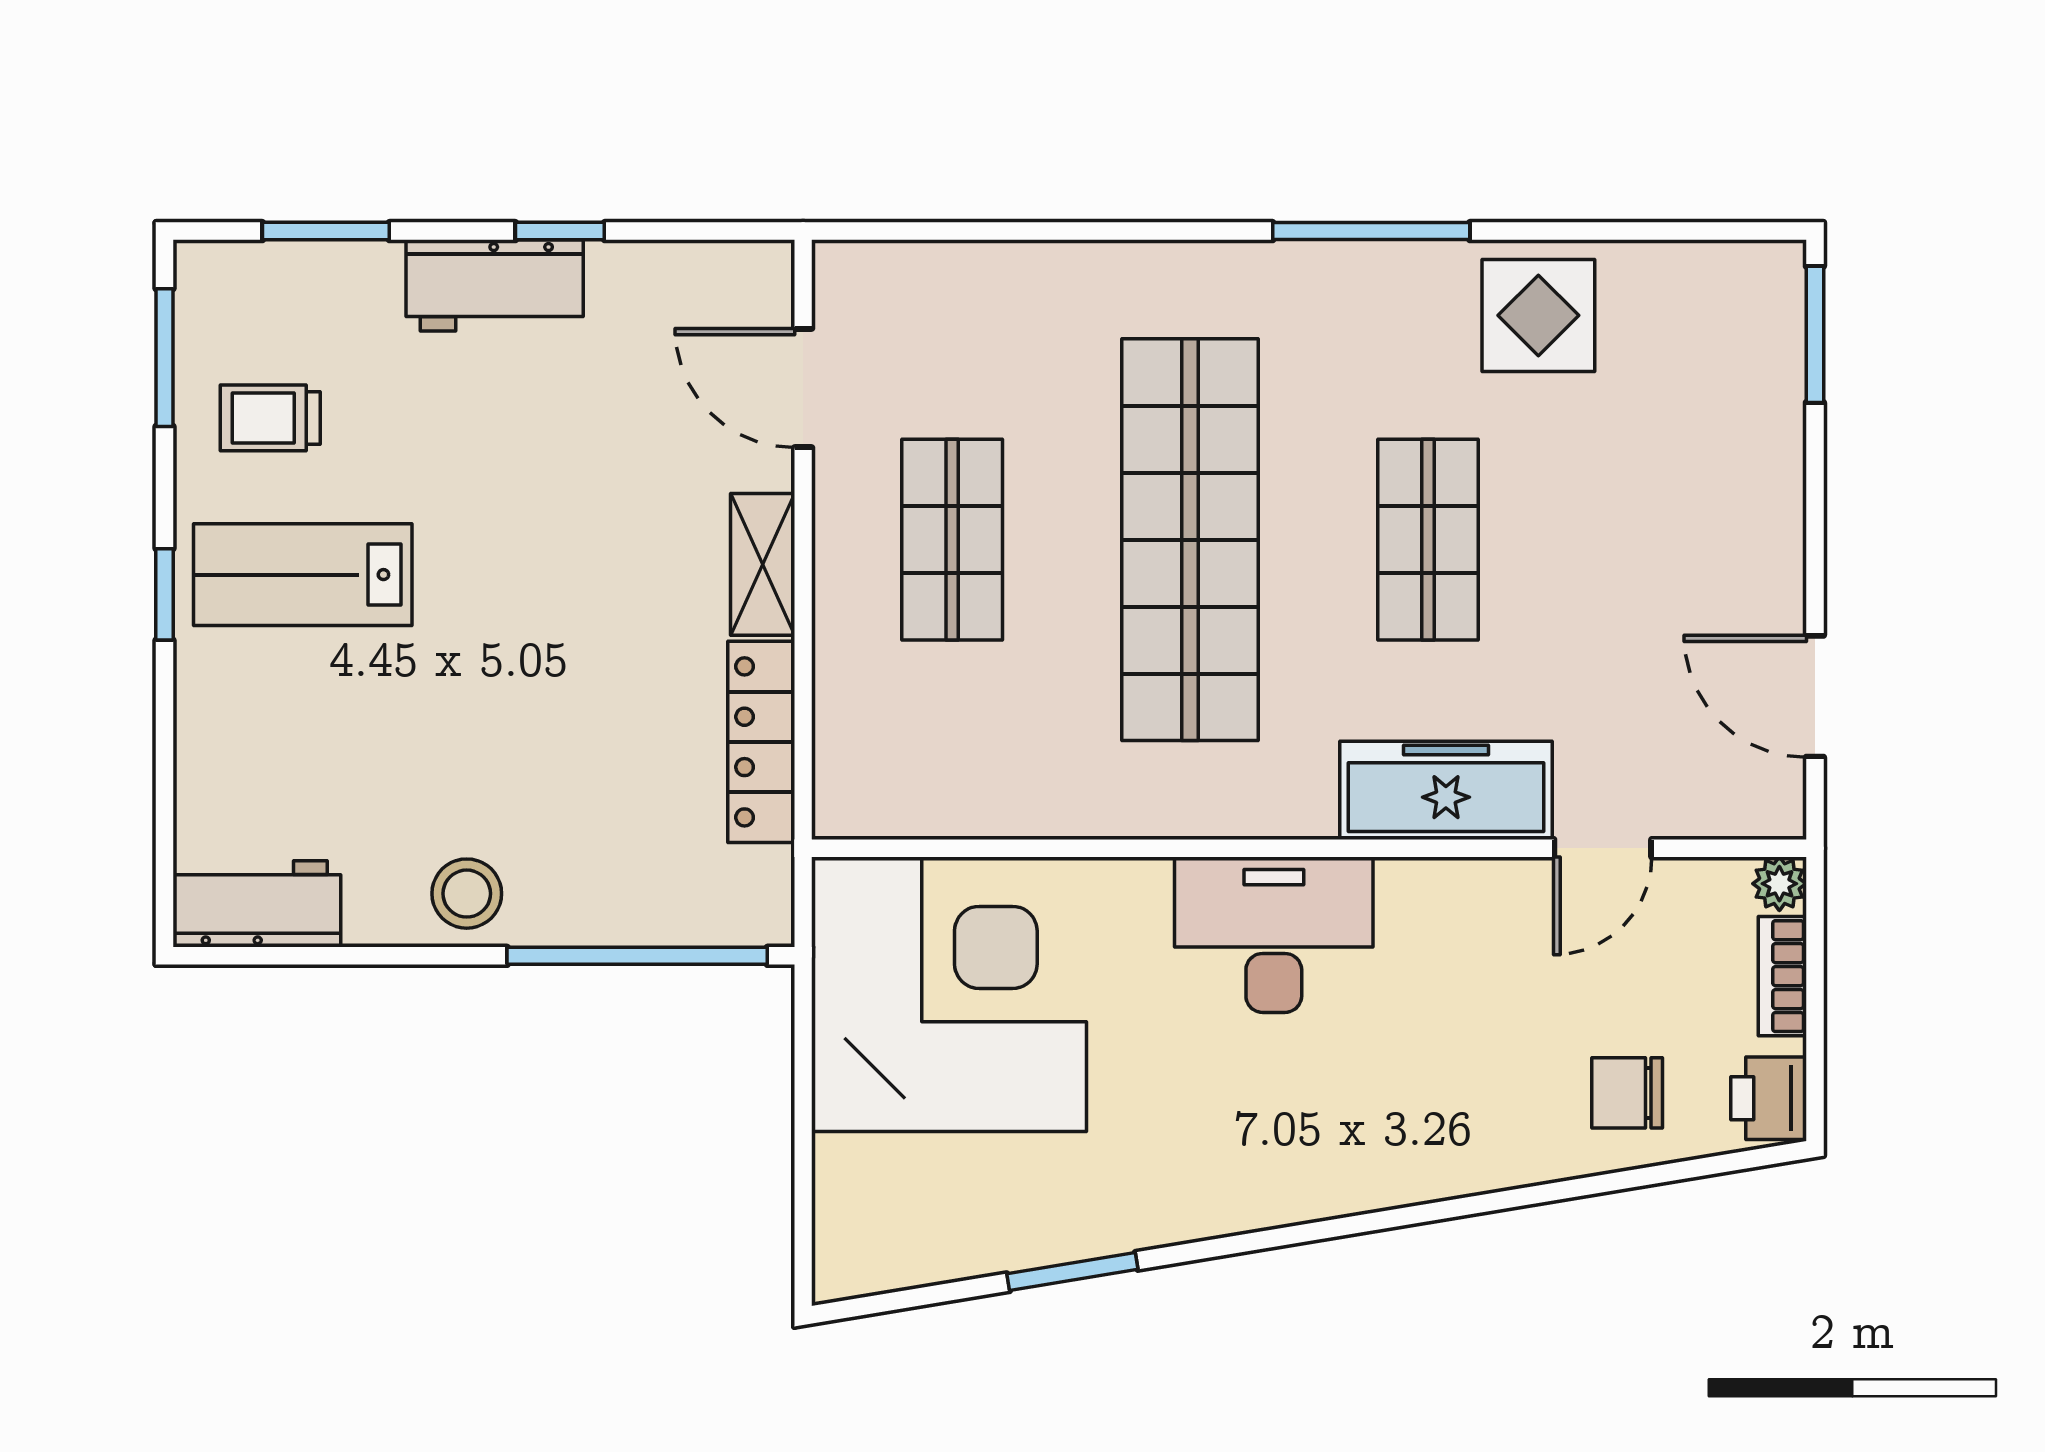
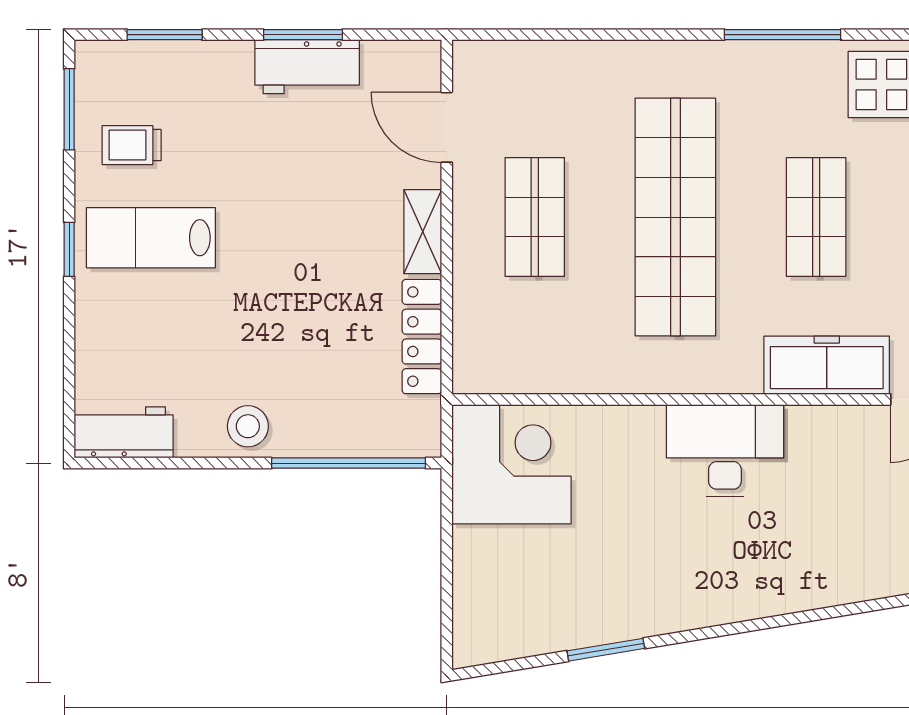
window: (560, 231) -> (303, 35), width x1.50
workbench: (495, 285) -> (307, 67), moved
corner desk: (949, 994) -> (511, 464), width x0.74, depth x0.74

